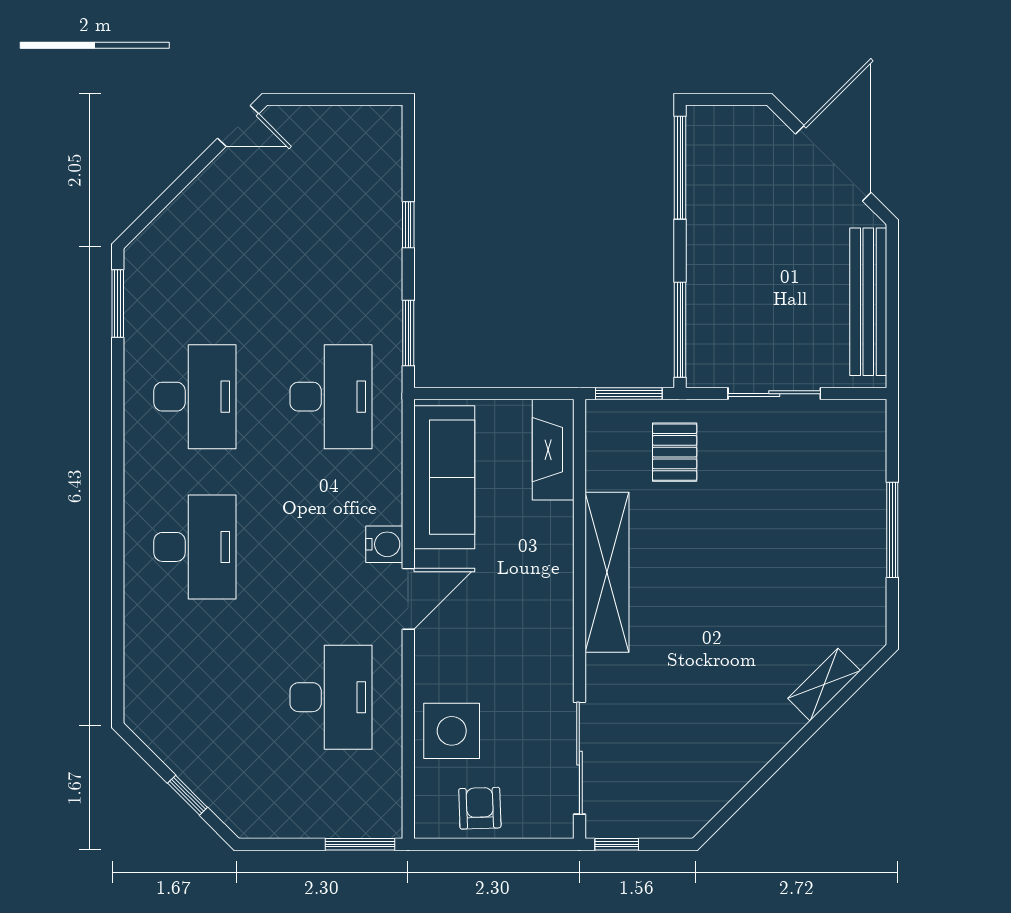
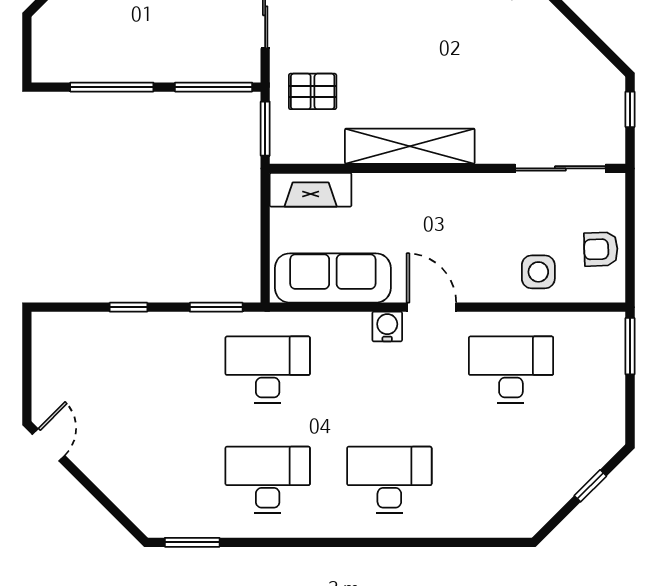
window: (680, 168) -> (112, 87), moved
side table: (452, 731) -> (538, 272), width x0.73, depth x0.73
window: (617, 844) -> (630, 109), moved

